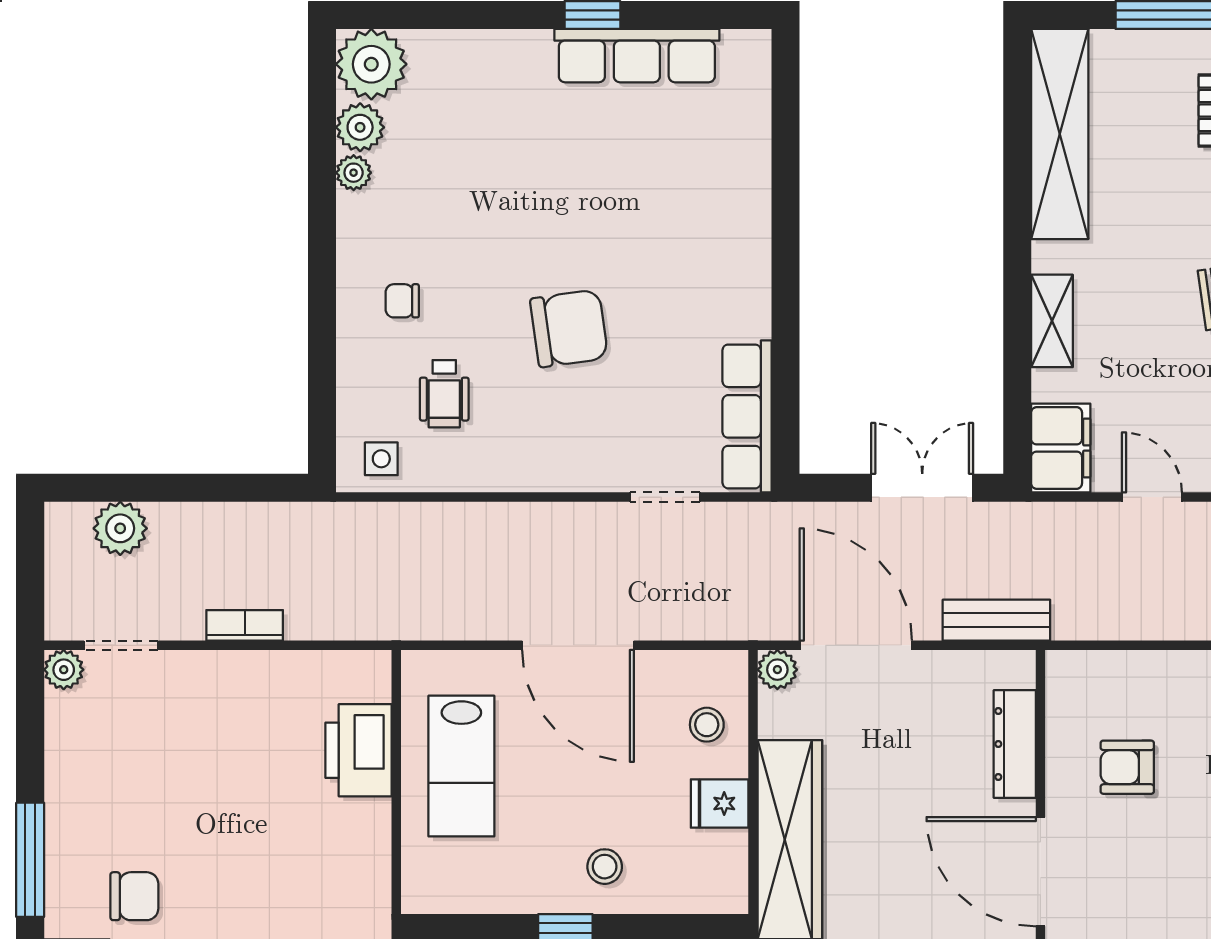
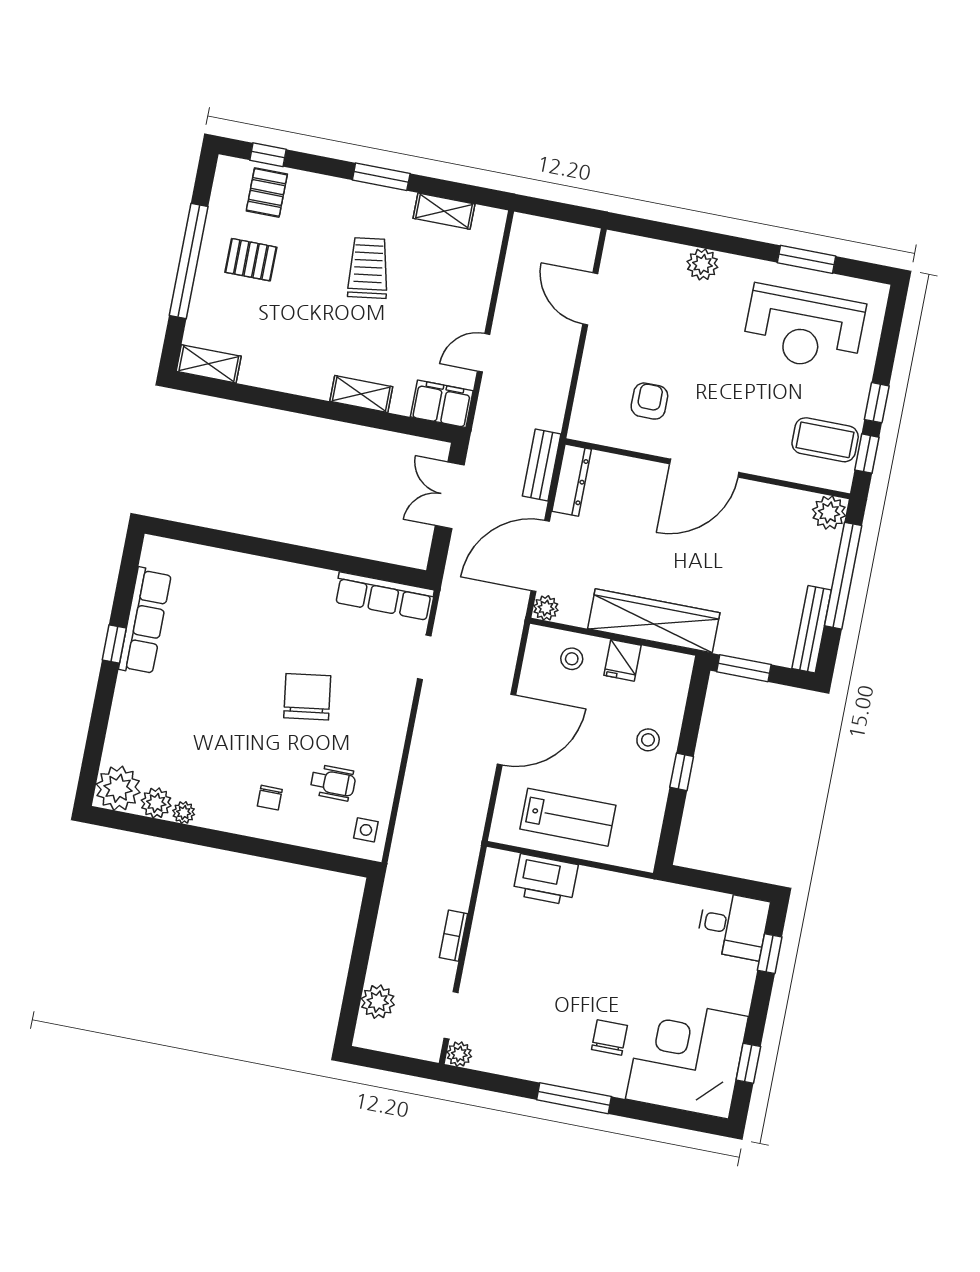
shelving: (1060, 134) -> (209, 364), width x0.45, depth x0.75
dresser: (1015, 744) -> (572, 480), moved, turned -90
armchair: (1127, 767) -> (649, 401), turned 180

